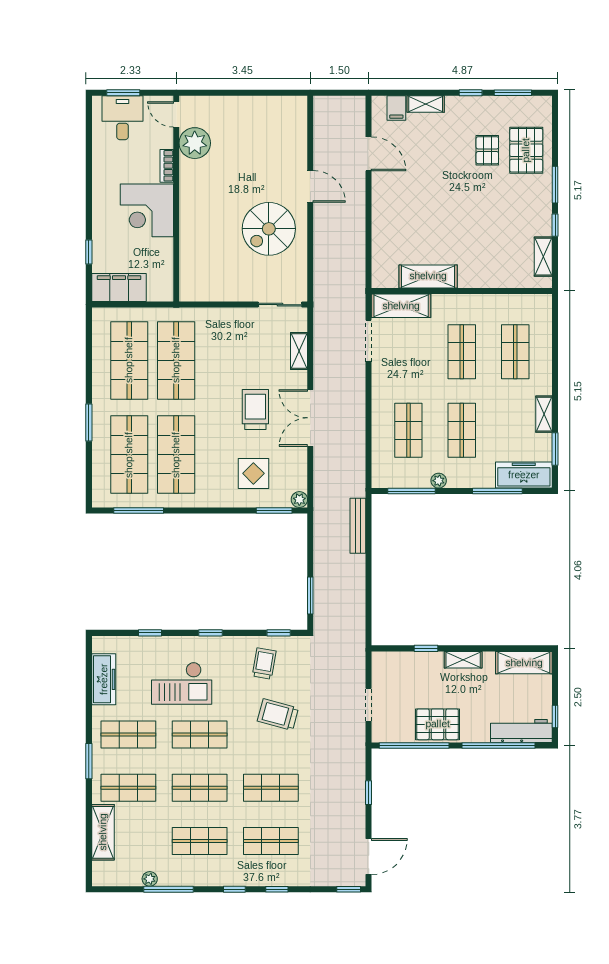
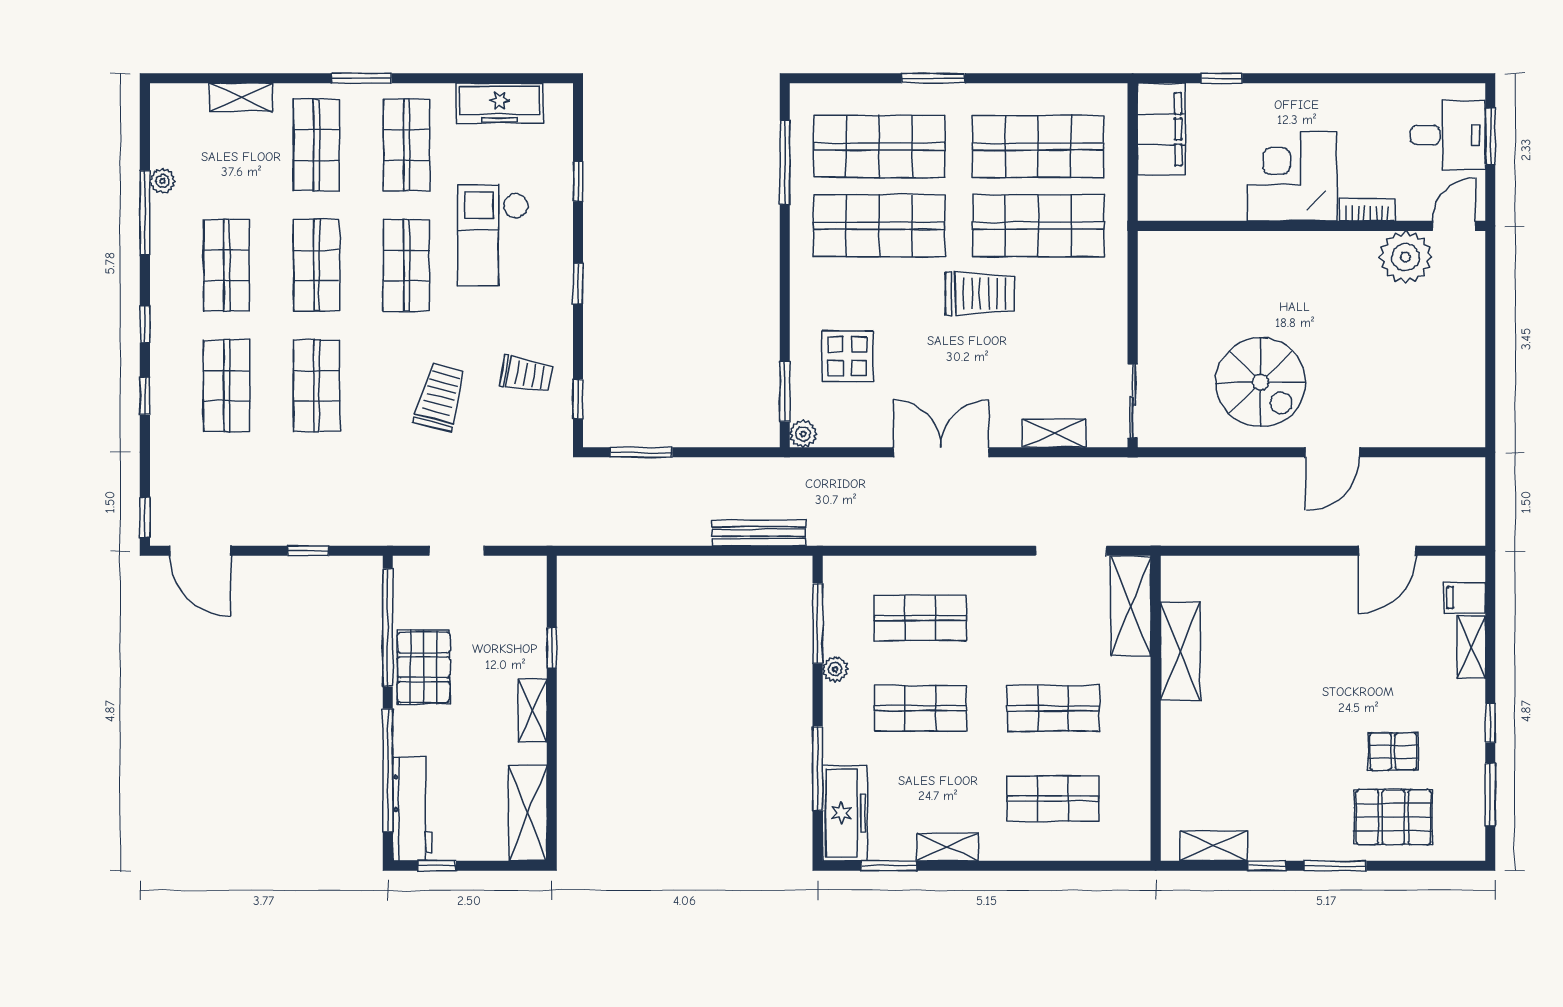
spiral stairs: (269, 229) -> (1261, 382), turned 180
trolley: (255, 409) -> (980, 293), moved
shelving: (103, 832) -> (241, 97), width x0.67, depth x0.75

